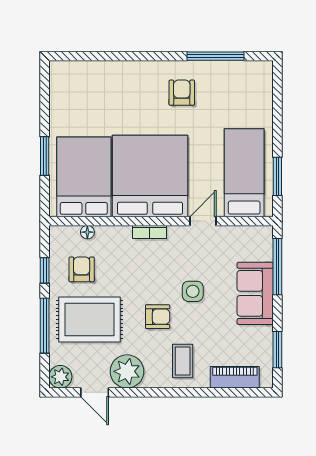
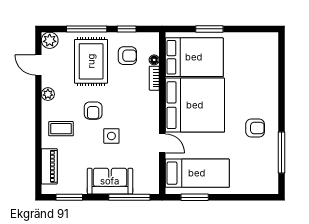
bookcase: (150, 232) -> (154, 78), moved
plant: (127, 371) -> (48, 94), width x0.53, depth x0.53
door: (95, 392) -> (38, 65), hinge flipped

